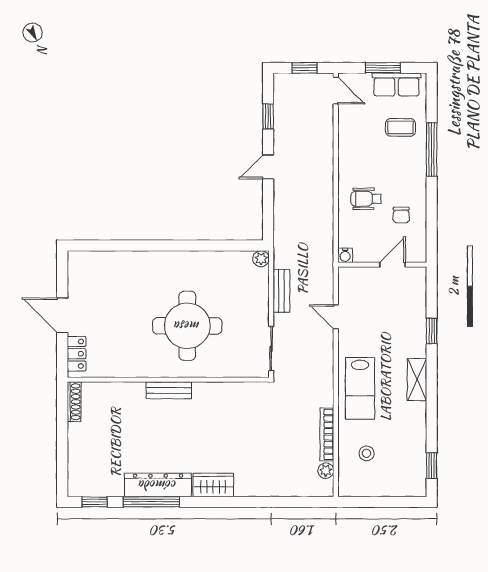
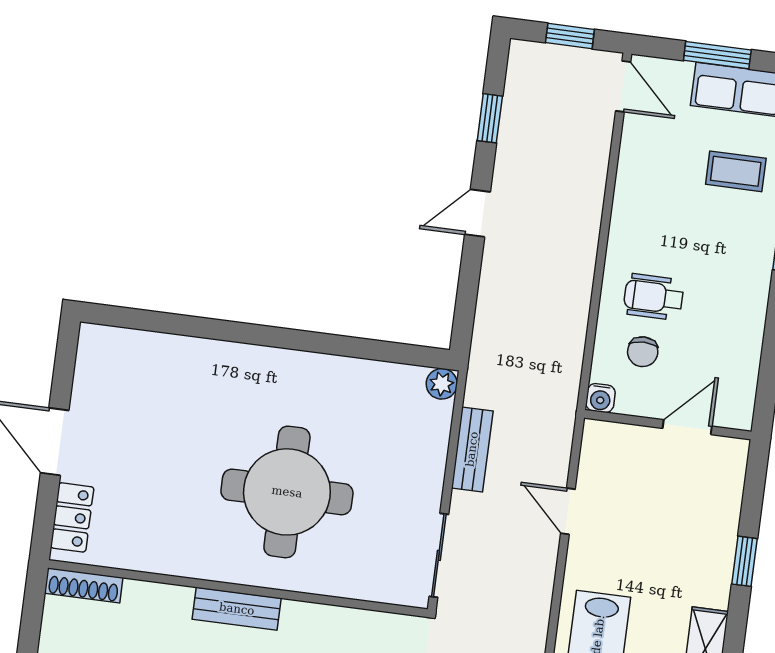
chair: (401, 215) -> (643, 352), moved
shoe rack: (74, 402) -> (84, 585), moved, turned 90

